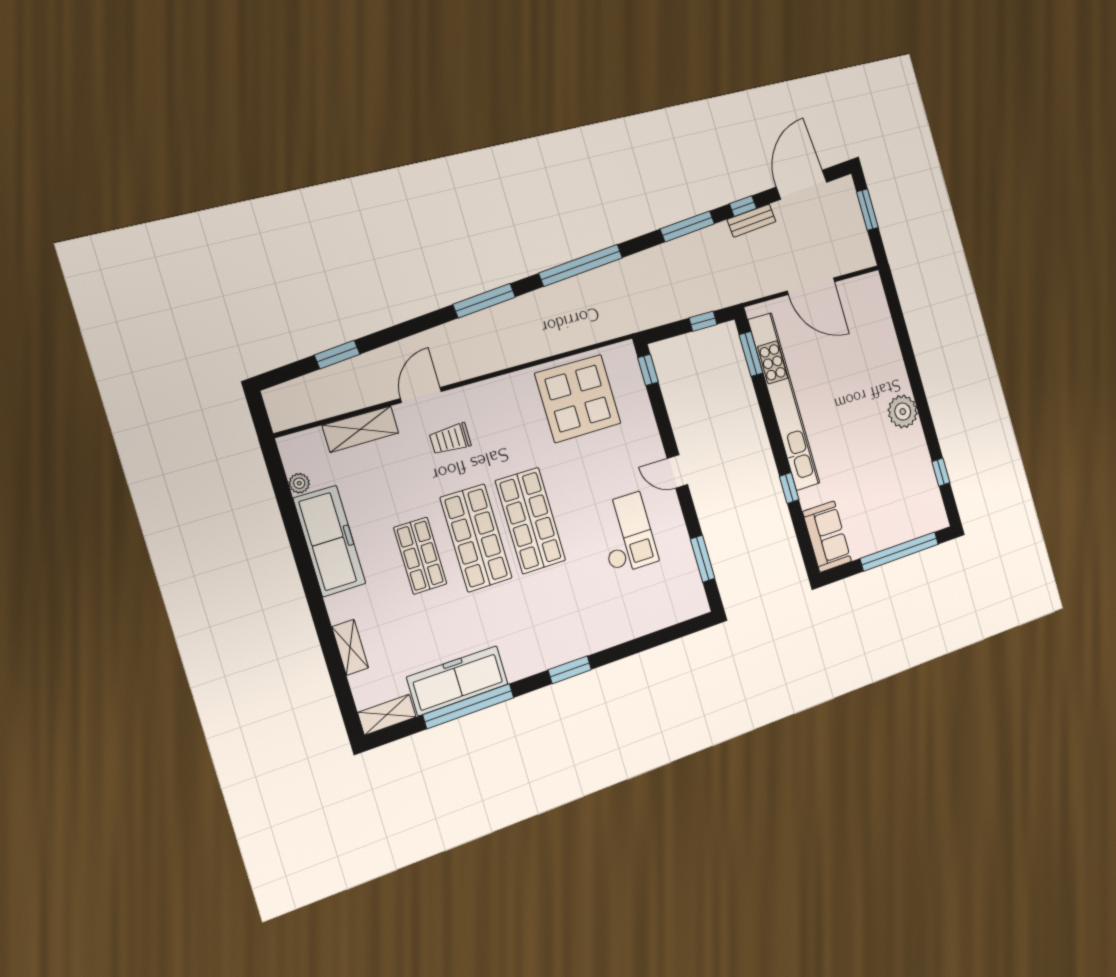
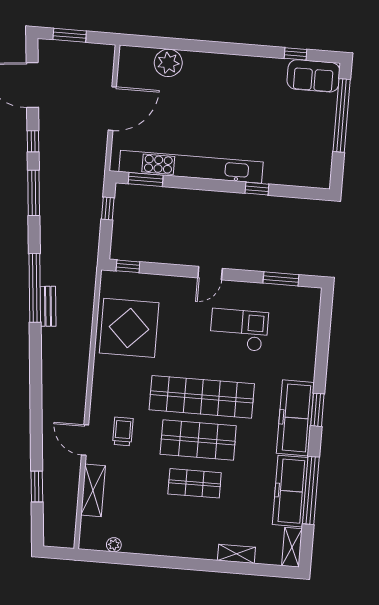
bench: (752, 221) -> (48, 306), moved
window: (484, 301) -> (36, 370), removed
plant: (903, 412) -> (168, 63), moved
trolley: (450, 439) -> (123, 431), turned 180
shop shelf: (531, 521) -> (202, 397), width x1.40
sofa: (827, 537) -> (313, 76), moved, turned 180
freezer: (329, 541) -> (295, 418), moved, turned -90

